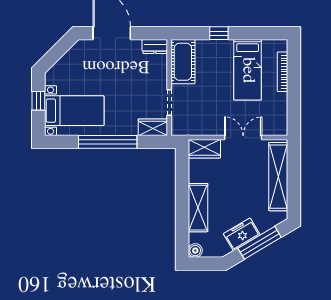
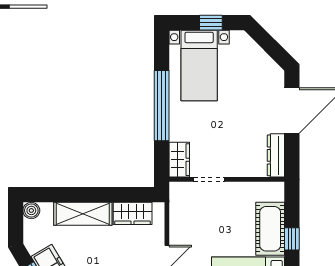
dresser: (155, 47) -> (276, 155), width x1.44
cot: (183, 62) -> (270, 229), moved, turned 90
wardrobe: (204, 149) -> (133, 213), moved, turned -90

